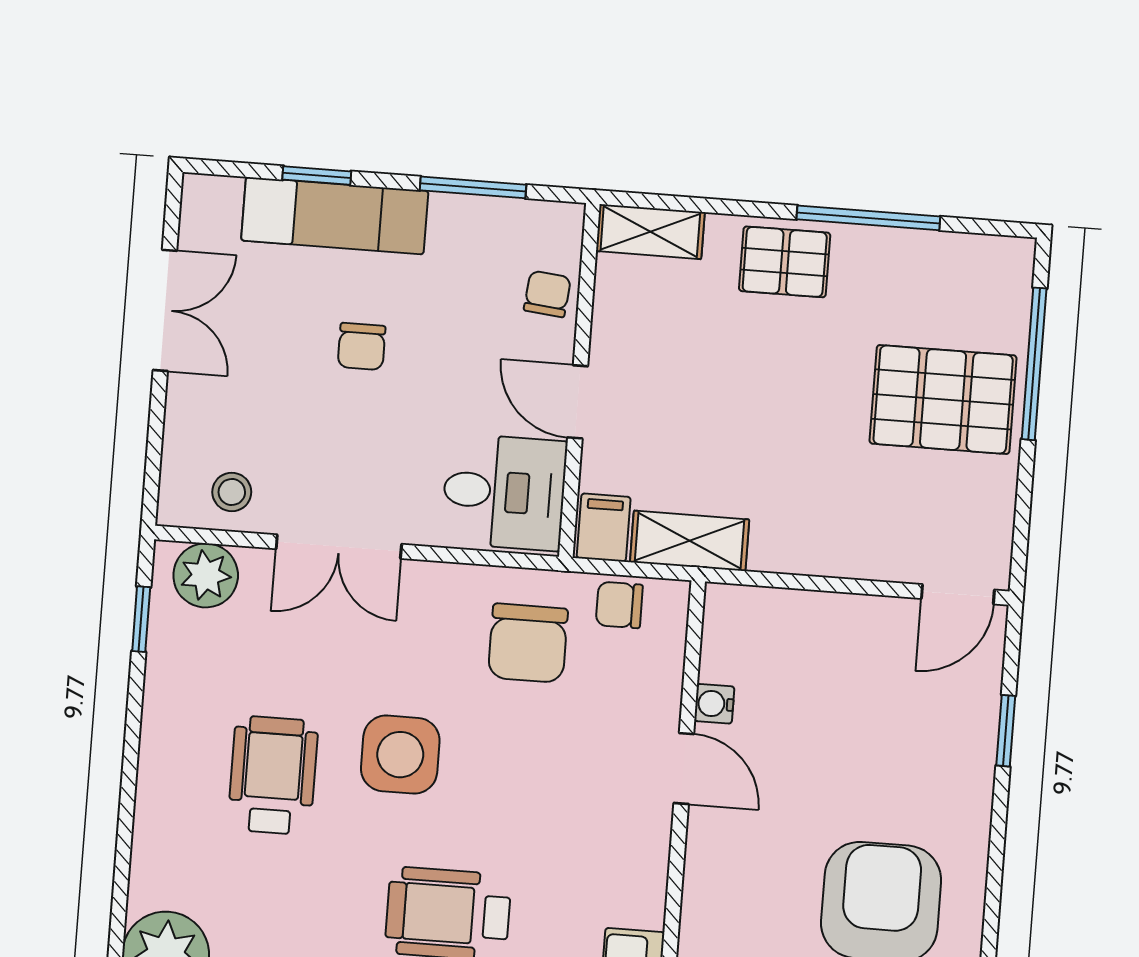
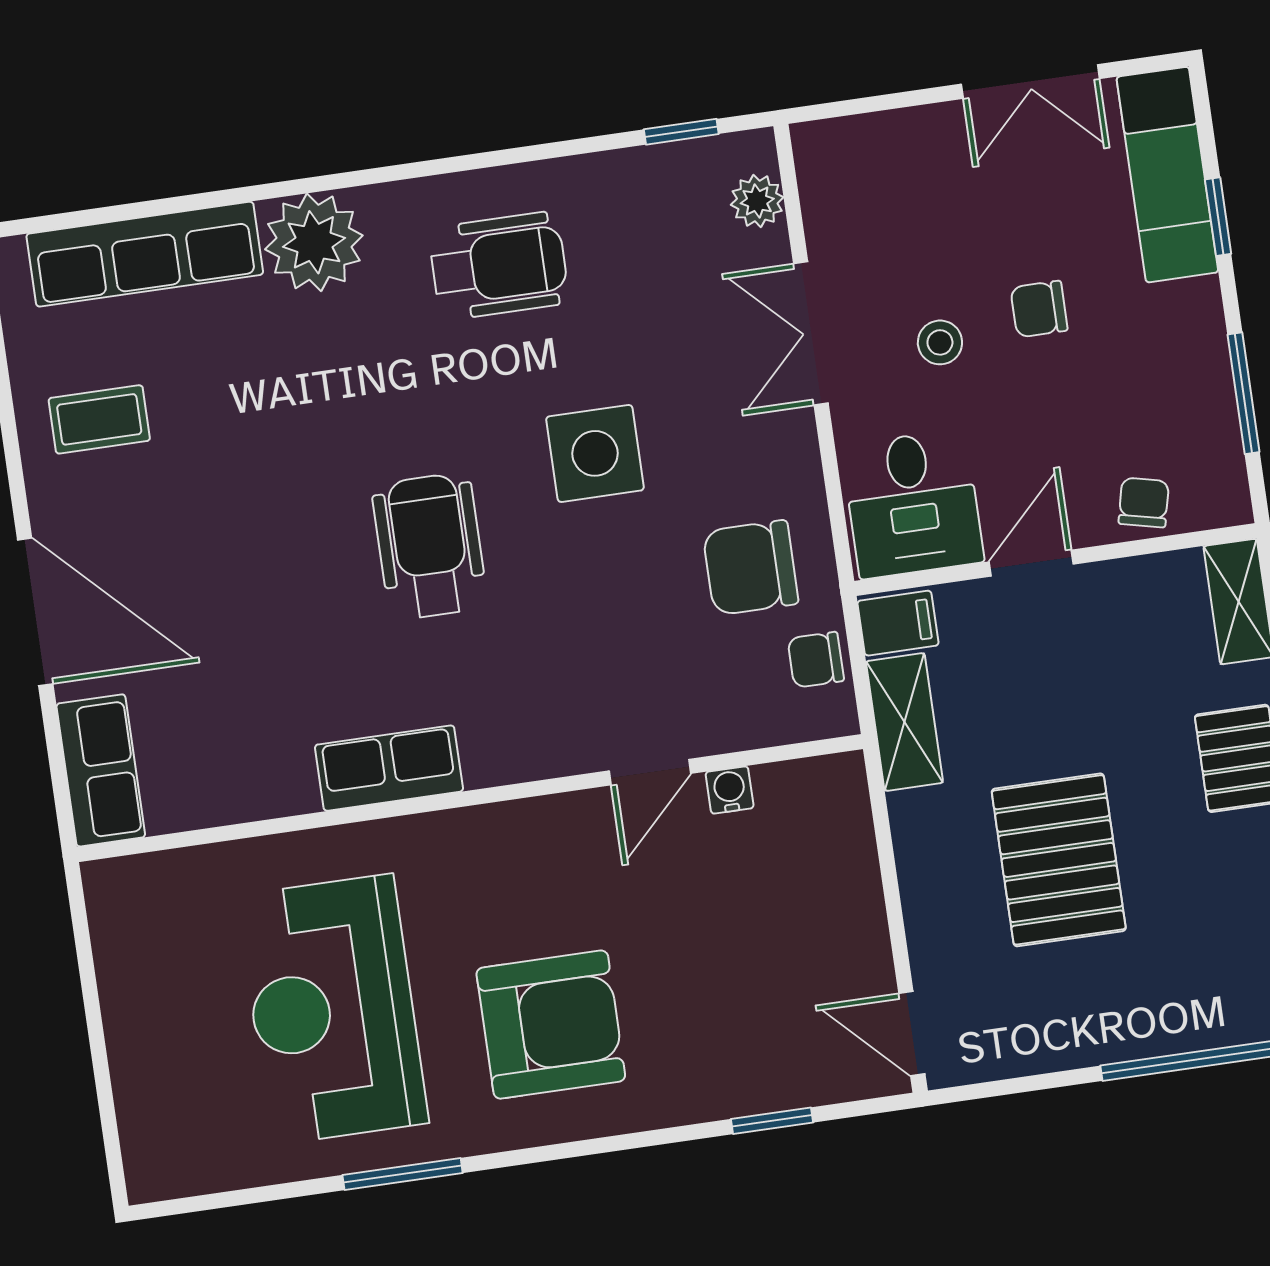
exam couch: (335, 216) -> (1167, 175), moved
chair: (547, 294) -> (1144, 502), turned -83
pallet: (943, 400) -> (1059, 860), moved
stool: (232, 492) -> (940, 342), moved
plant: (206, 575) -> (757, 201), width x0.73, depth x0.73
chair: (619, 605) -> (816, 660), turned -90
wheelchair: (273, 775) -> (499, 266), moved

